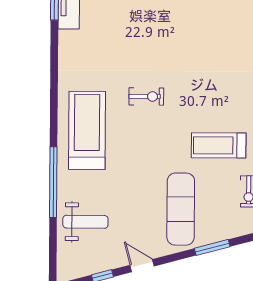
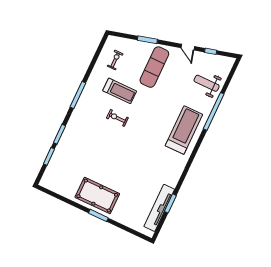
exercise bike: (146, 96) -> (117, 118), moved
treadmill: (87, 130) -> (184, 130), turned 180

